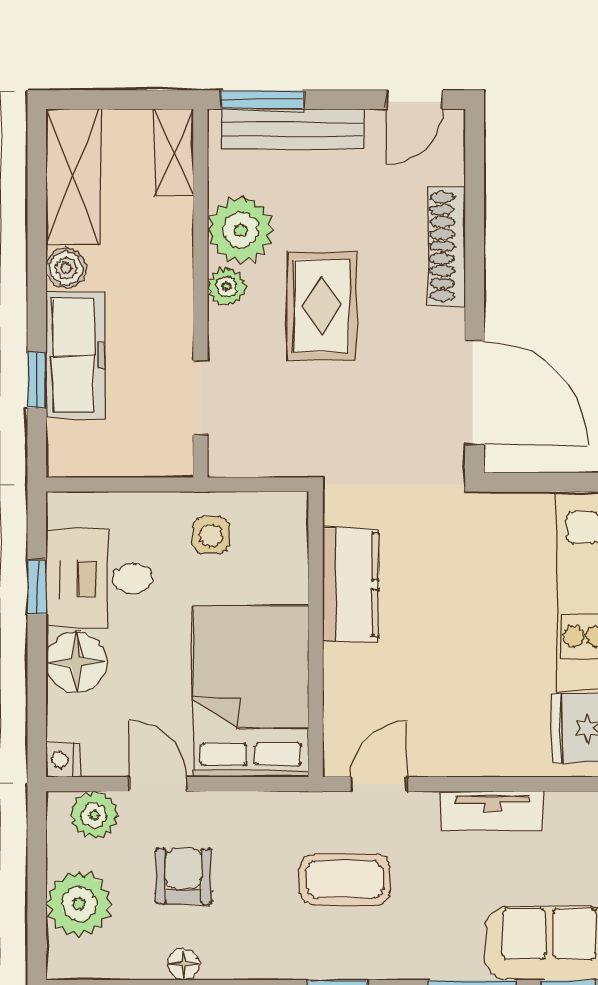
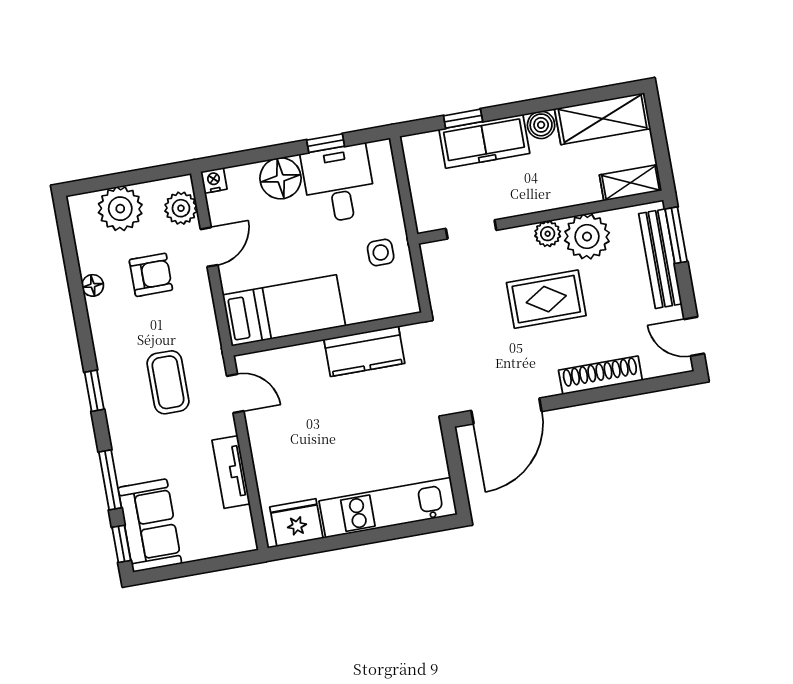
bed: (251, 691) -> (284, 310), width x0.67

